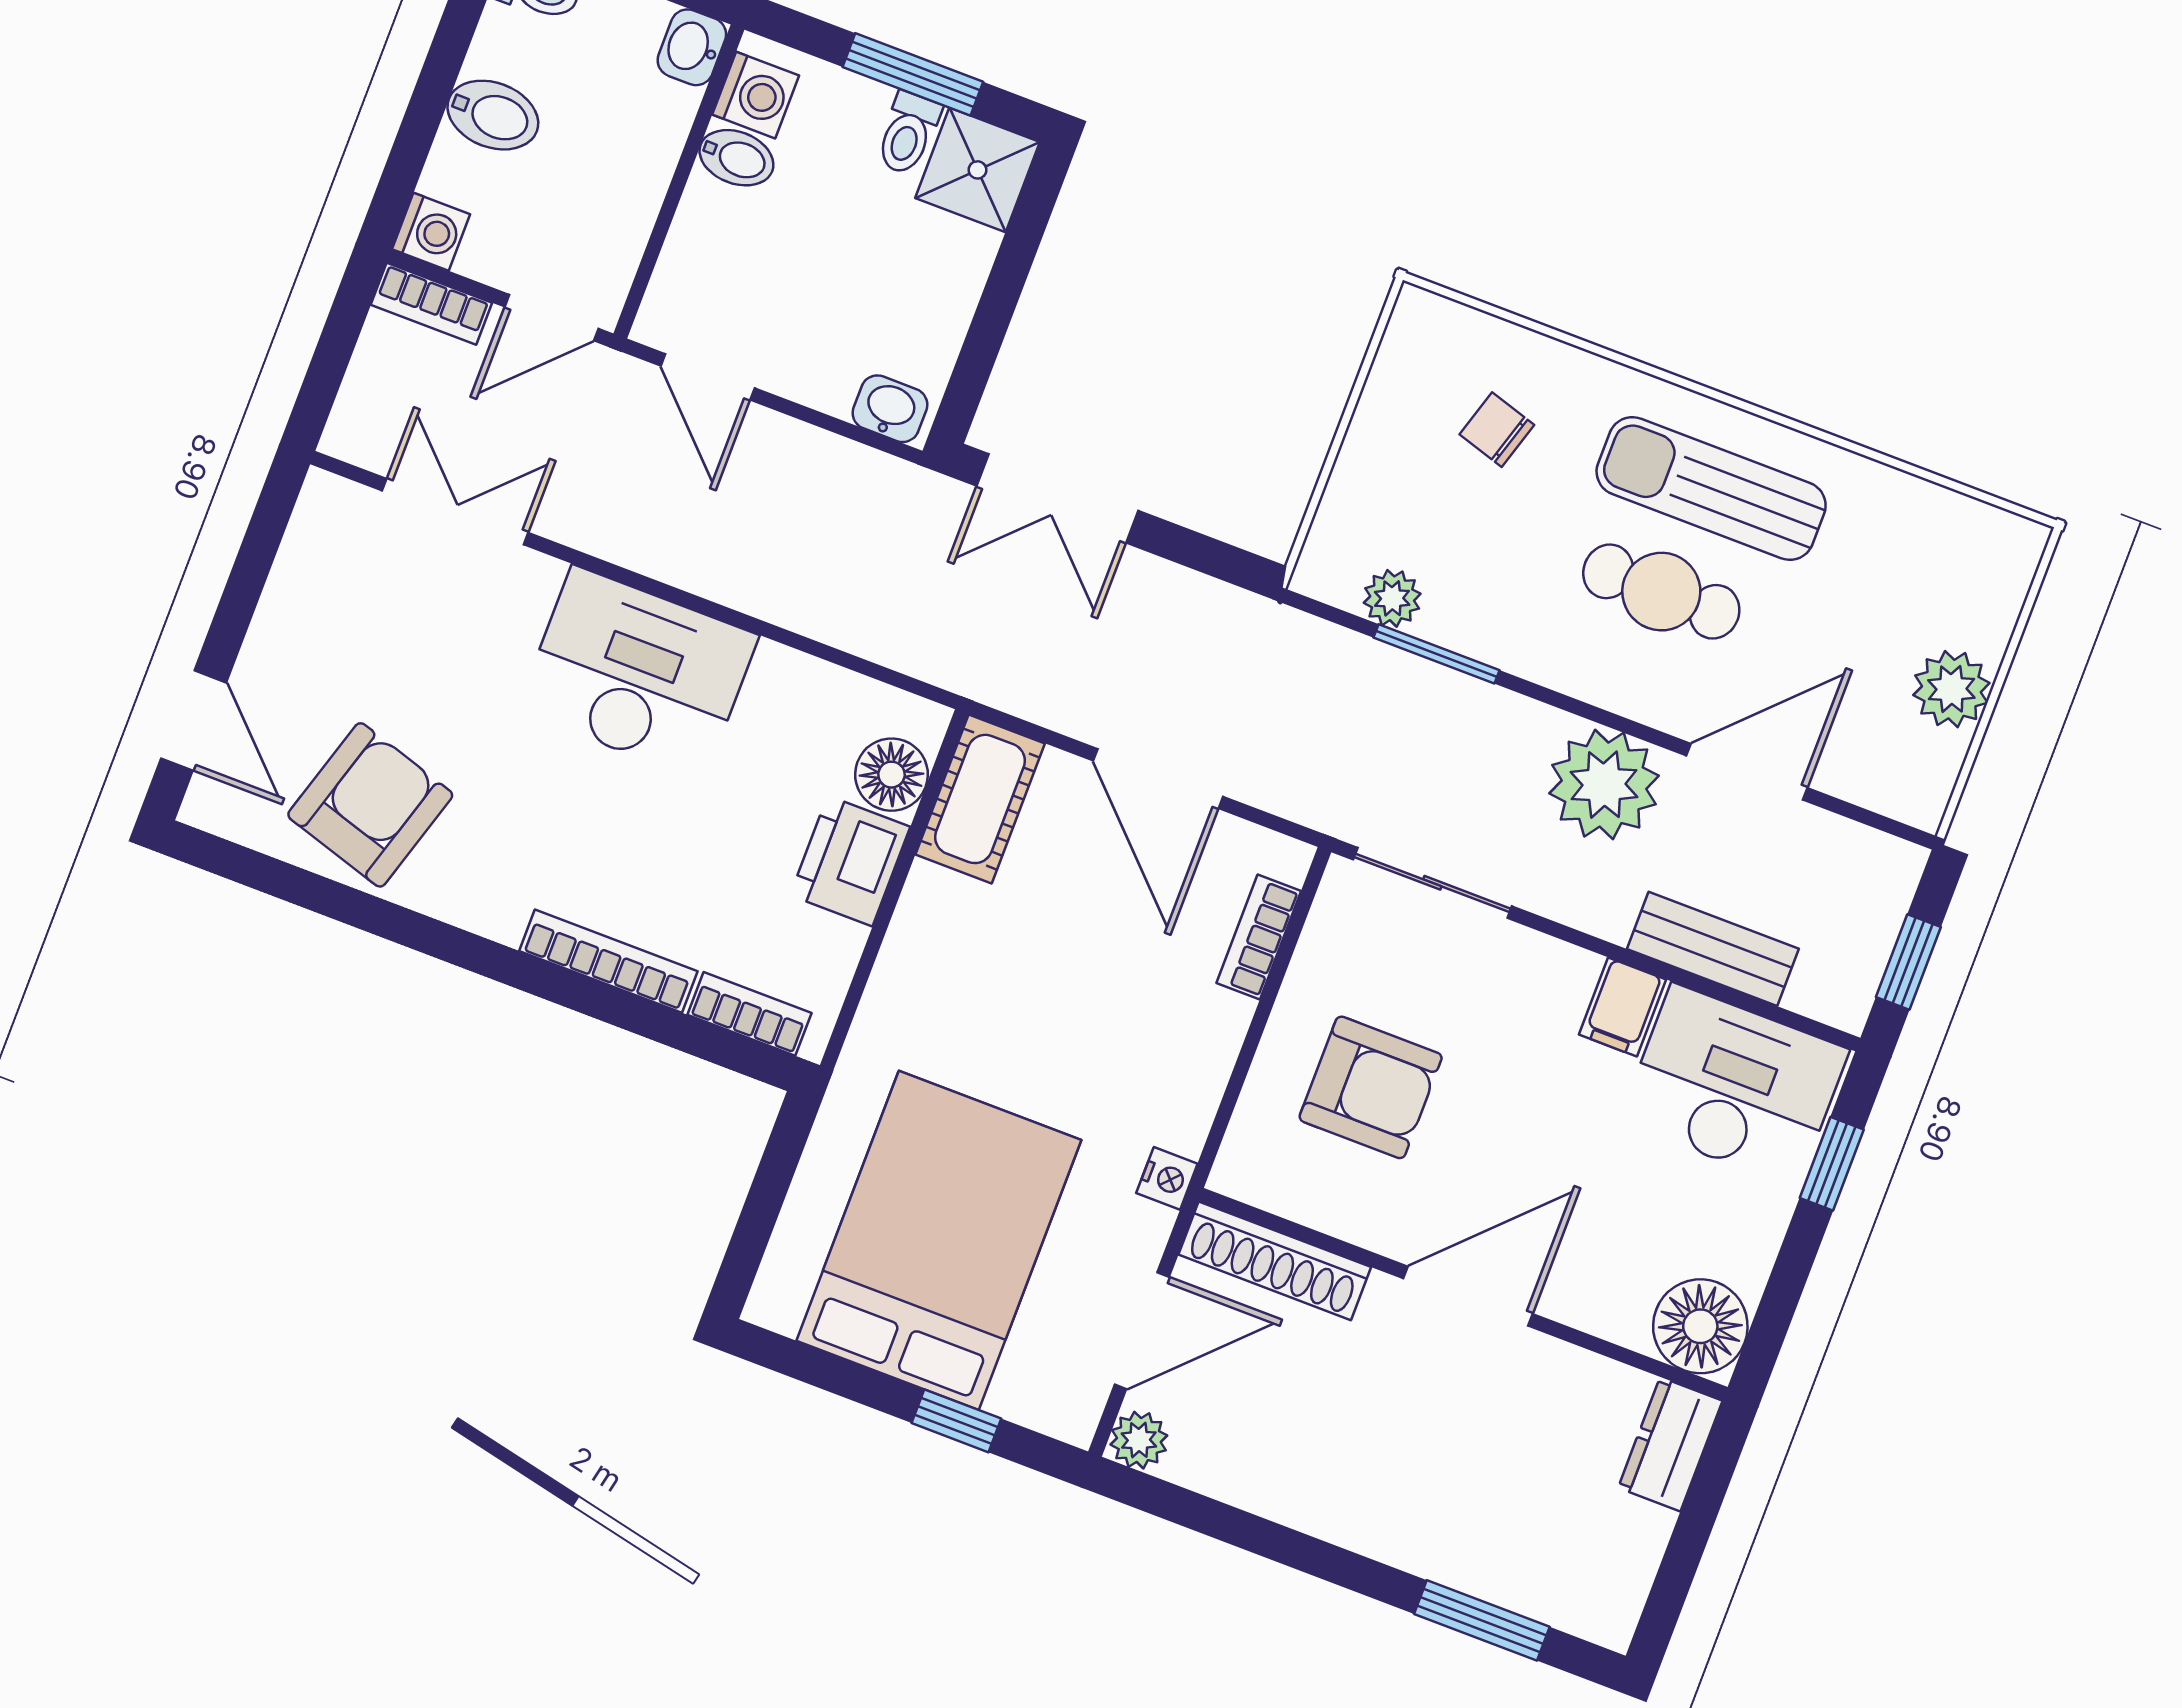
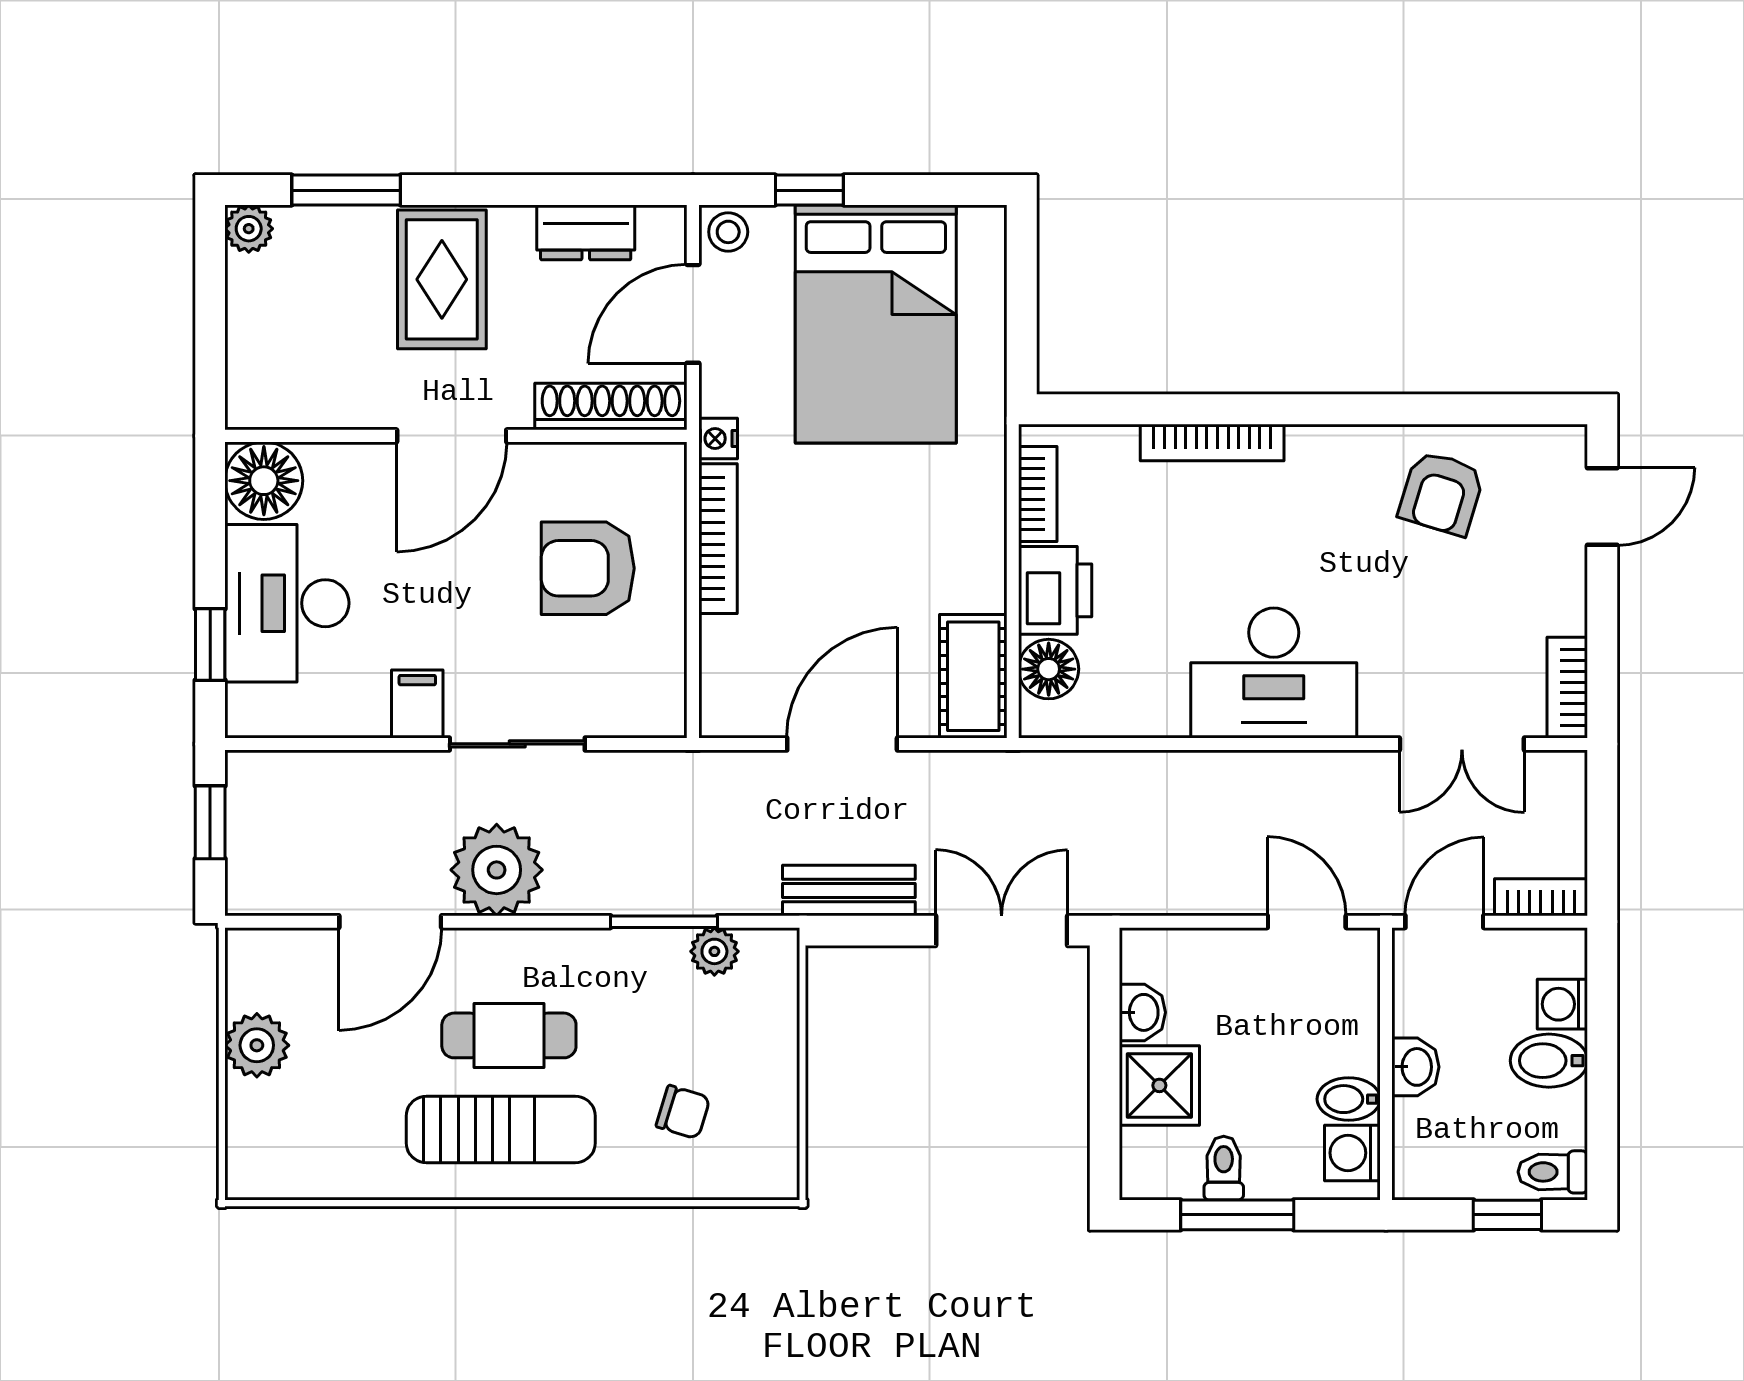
washbasin: (692, 47) -> (1415, 1067), moved
shower: (977, 170) -> (1159, 1085), moved
washing machine: (431, 232) -> (1562, 1004), moved
washbasin: (890, 409) -> (1142, 1012), moved, turned -90
bookcase: (311, 530) -> (1567, 688), added
door: (194, 720) -> (1602, 507), swing flipped
door: (1158, 779) -> (842, 744), hinge flipped
armchair: (370, 805) -> (1441, 493), width x0.72, depth x0.72
sliding door: (1432, 883) -> (517, 744), moved
bookcase: (1259, 937) -> (718, 539), moved, width x1.56
bench: (1713, 949) -> (849, 890), moved
bookcase: (749, 1014) -> (1038, 494), moved, turned -90
desk: (1734, 1086) -> (287, 603), moved, turned 90
stool: (1067, 1408) -> (728, 232), added
plant: (1139, 1440) -> (249, 229), moved
dresser: (1670, 1444) -> (586, 232), moved, turned 90
rug: (1412, 1478) -> (442, 279), added

